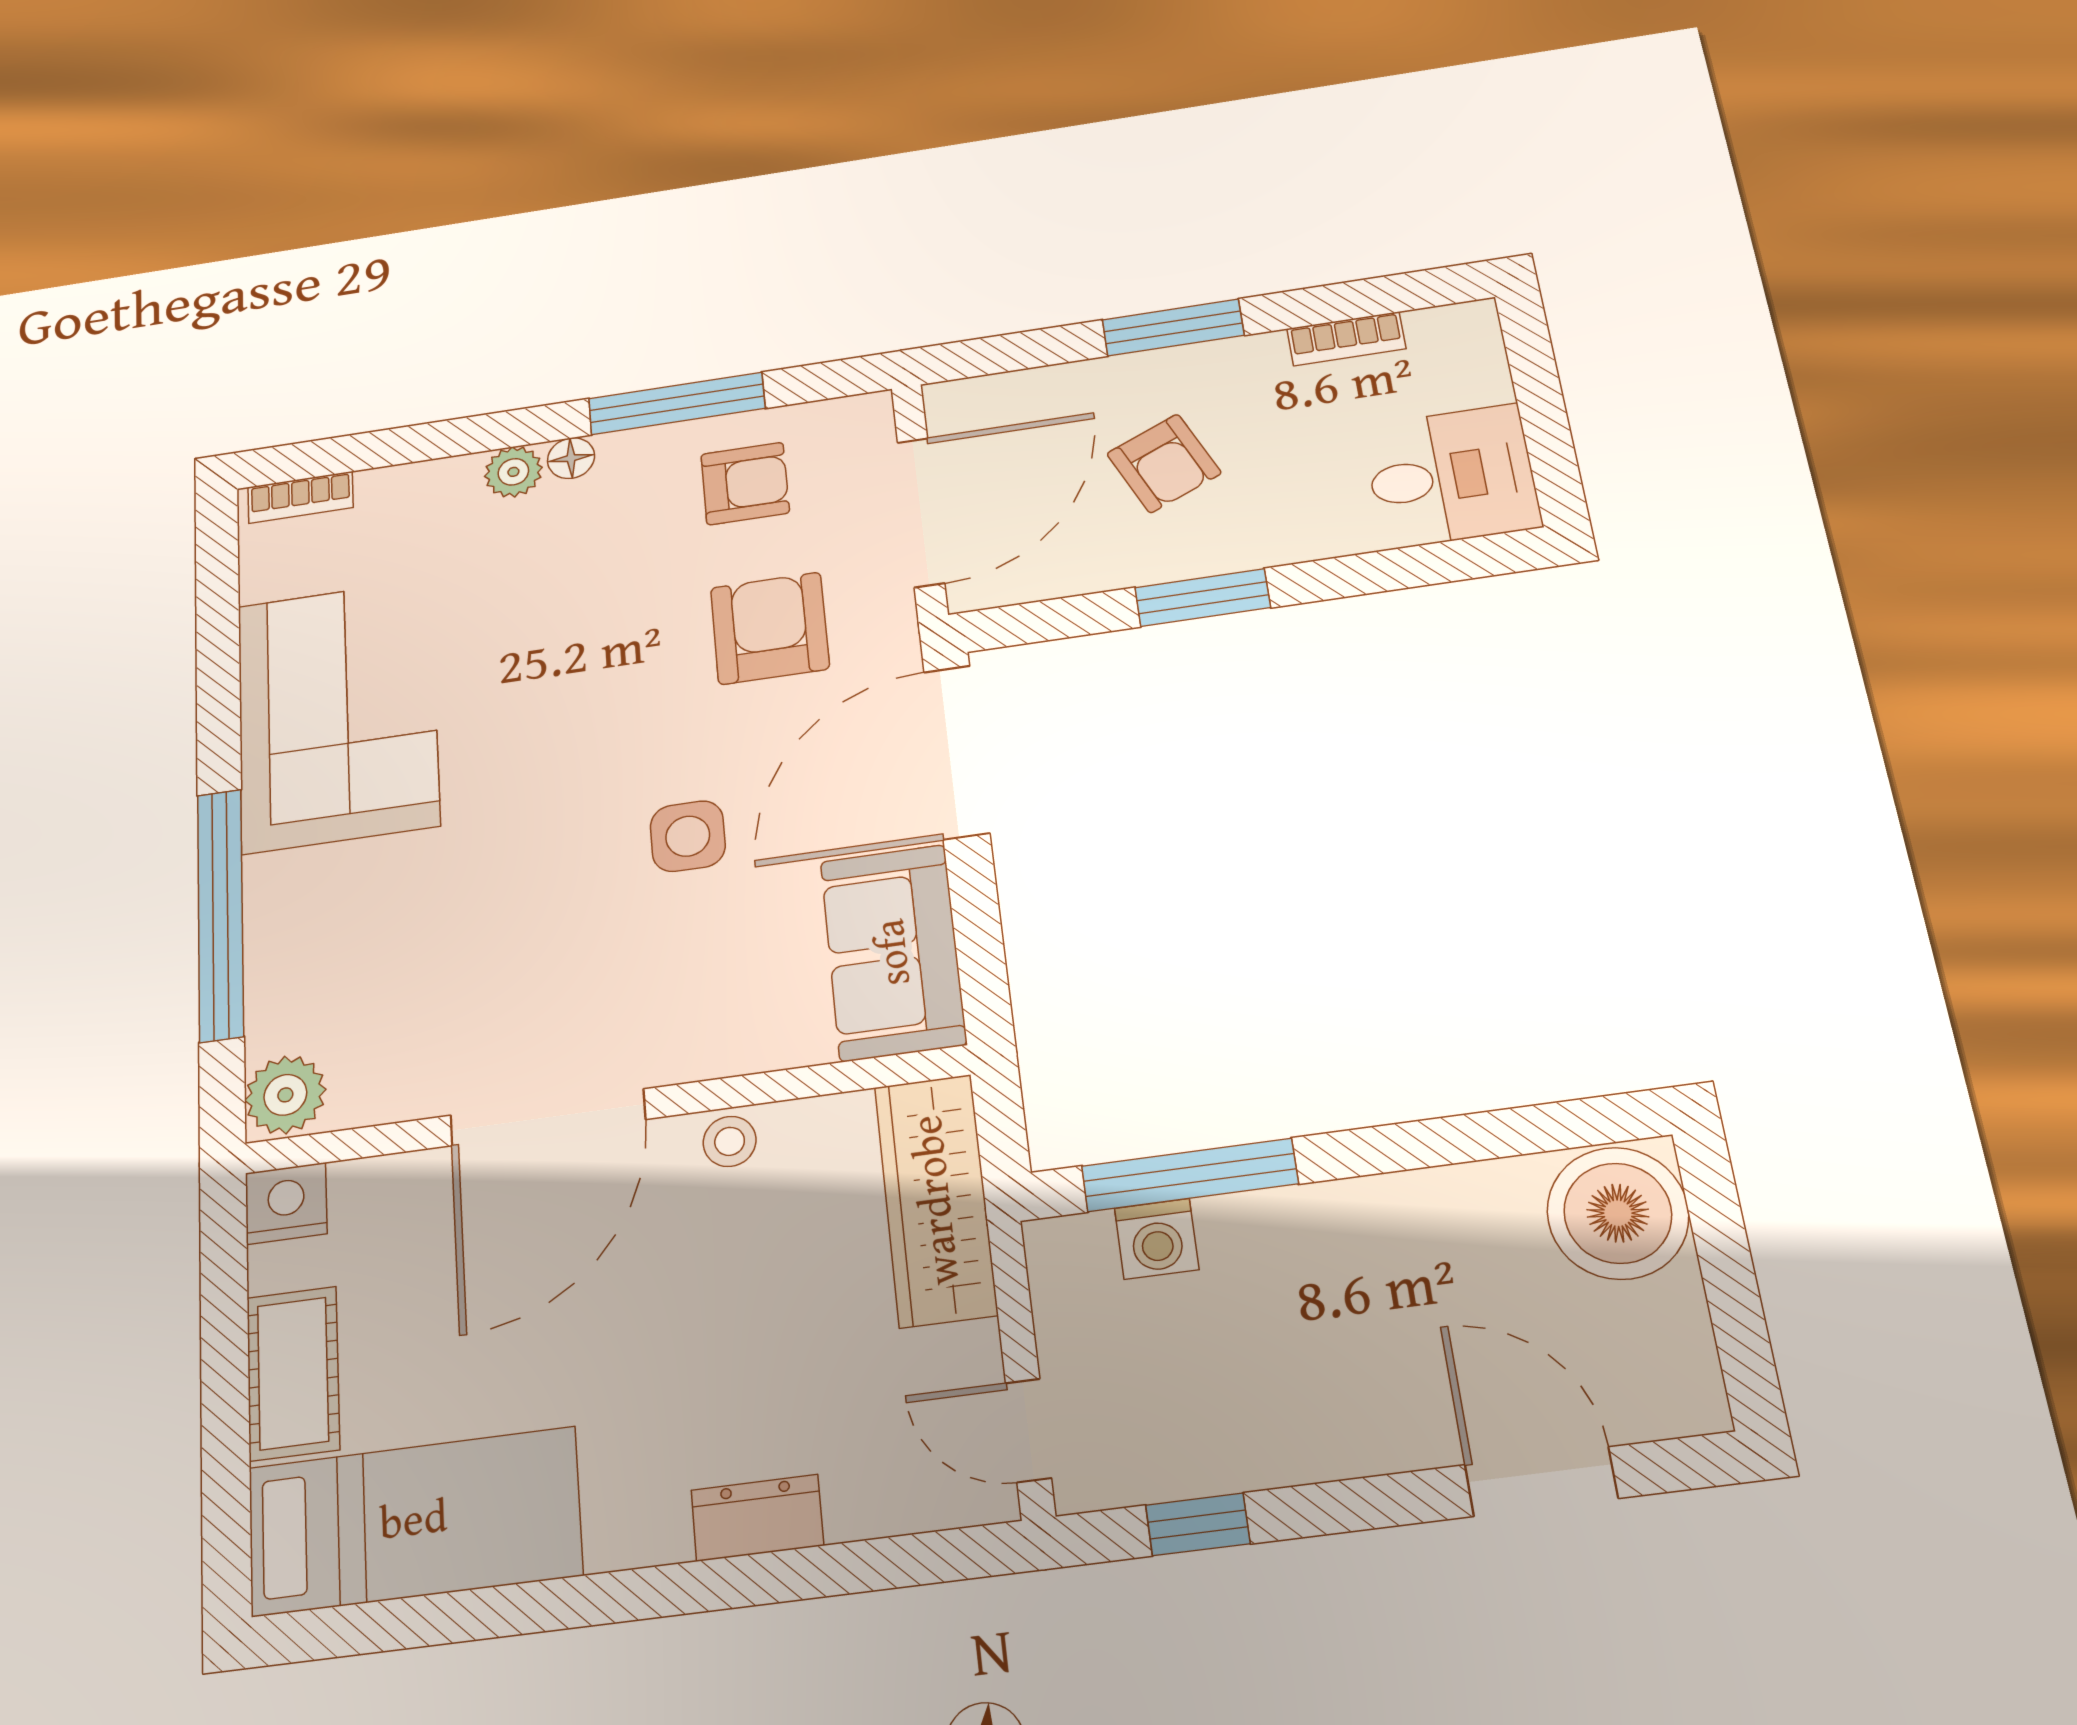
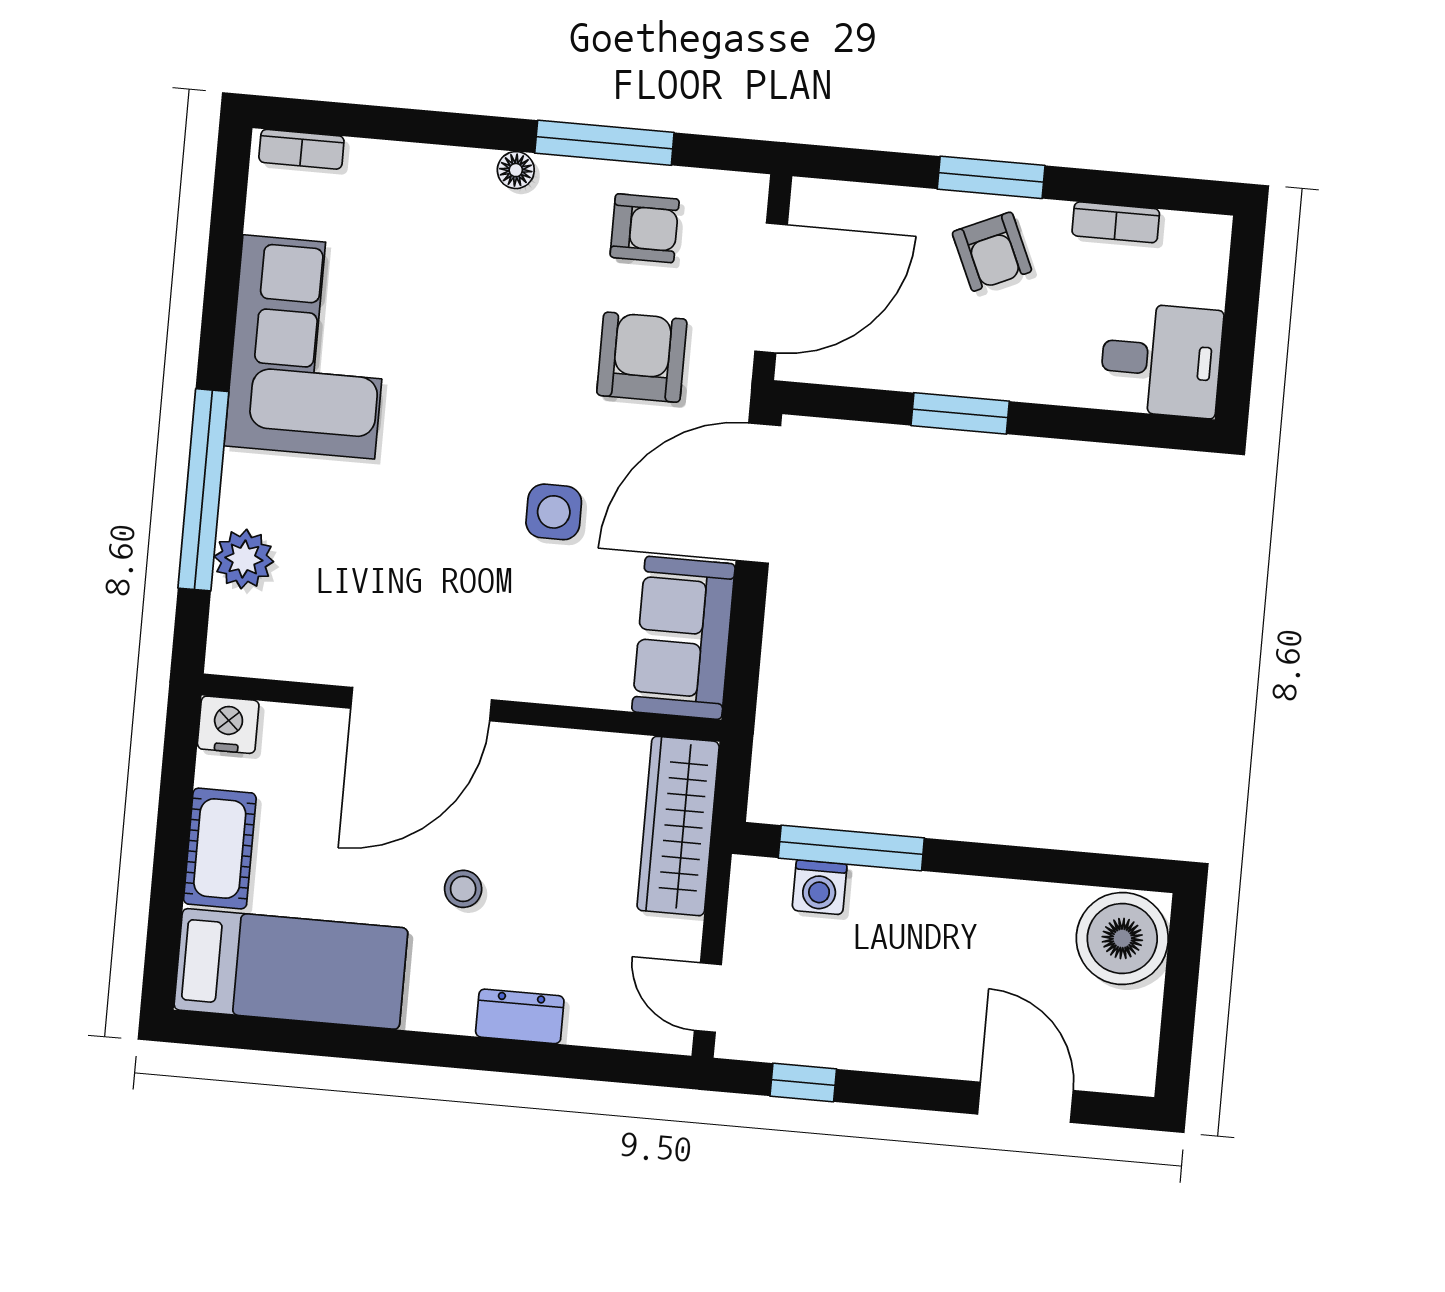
armchair: (1164, 463) -> (992, 252), moved
plant: (513, 472) -> (470, 171), removed
plant: (285, 1095) -> (244, 559), moved
stool: (730, 1141) -> (463, 889), moved

